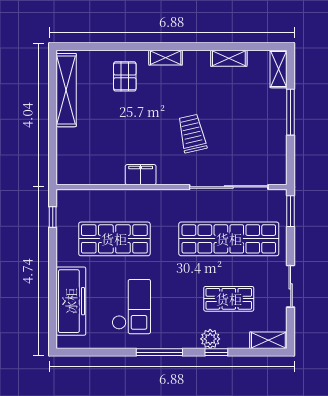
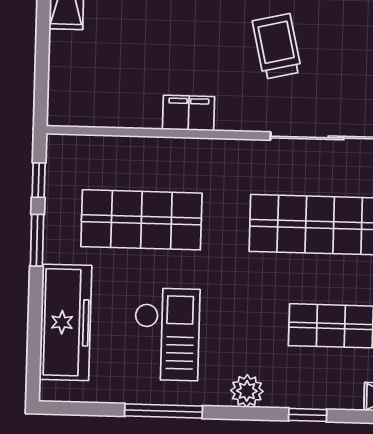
window: (53, 253) -> (37, 240), added
plant: (210, 339) -> (247, 391), moved
window: (159, 352) -> (164, 411), moved

